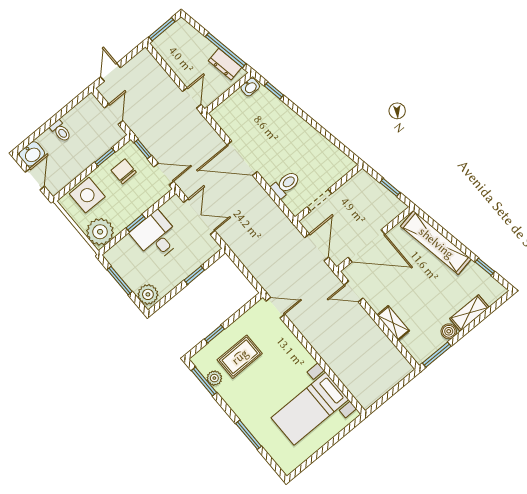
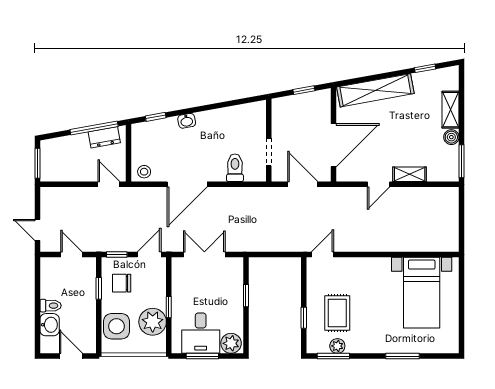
washbasin: (250, 87) -> (187, 121), moved, turned 80
stool: (224, 117) -> (144, 172), added
washbasin: (32, 154) -> (50, 325), moved
plant: (100, 232) -> (153, 322), moved
desk: (156, 236) -> (201, 333), moved, turned -90
door: (354, 291) -> (379, 184), moved

